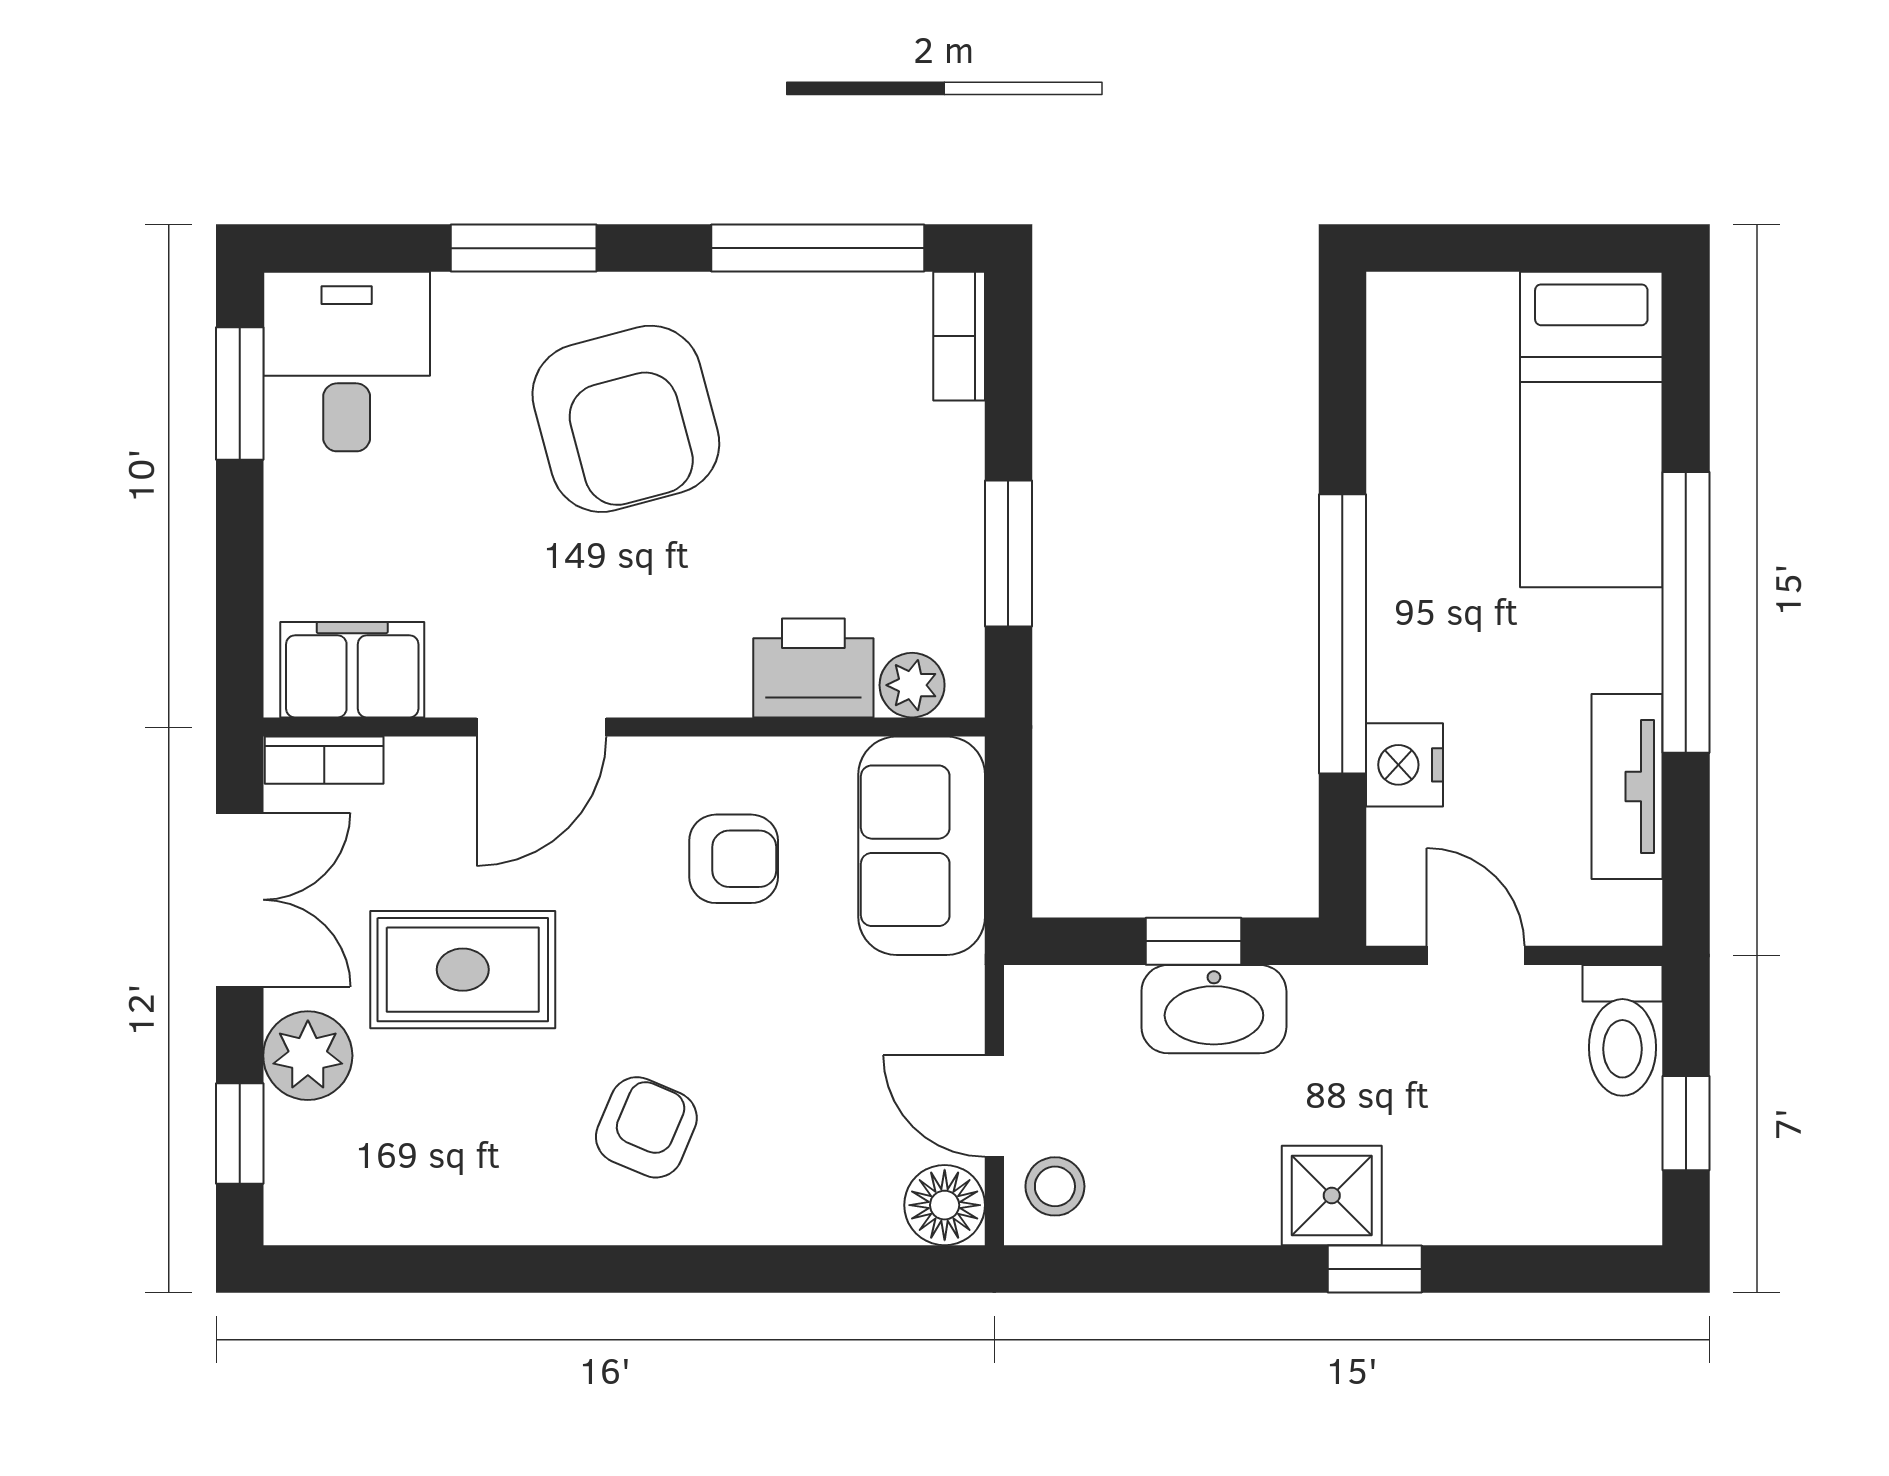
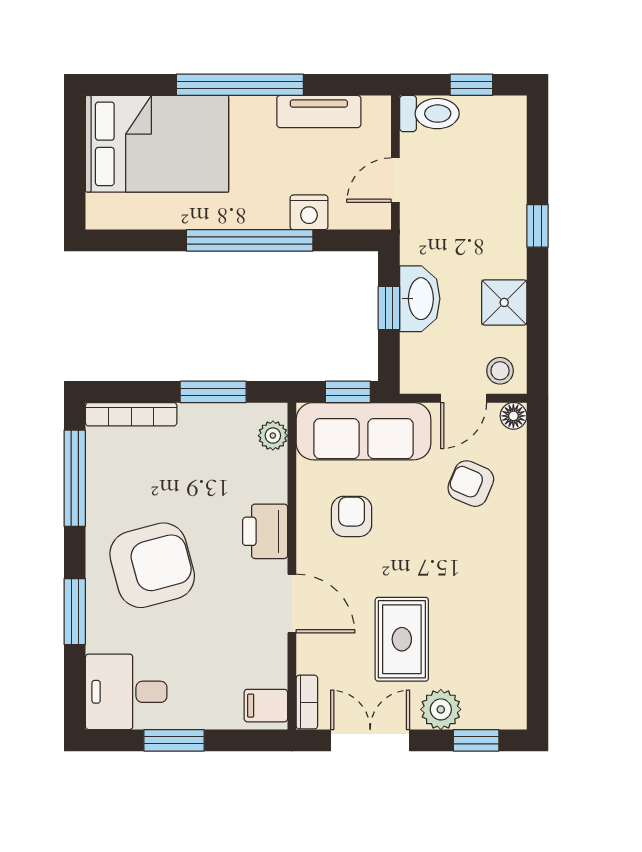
bookcase: (959, 336) -> (131, 414), width x1.56
window: (240, 393) -> (174, 740), moved
bed: (1591, 430) -> (157, 144), width x1.50
printer: (813, 668) -> (265, 531), moved
filing cabinet: (352, 670) -> (266, 706), width x0.50
sofa: (922, 846) -> (364, 431), width x1.36
window: (1008, 851) -> (348, 392), added
armchair: (646, 1127) -> (471, 484), moved
shower: (1332, 1195) -> (504, 302), moved
floor lamp: (945, 1205) -> (513, 416), width x0.73, depth x0.73

